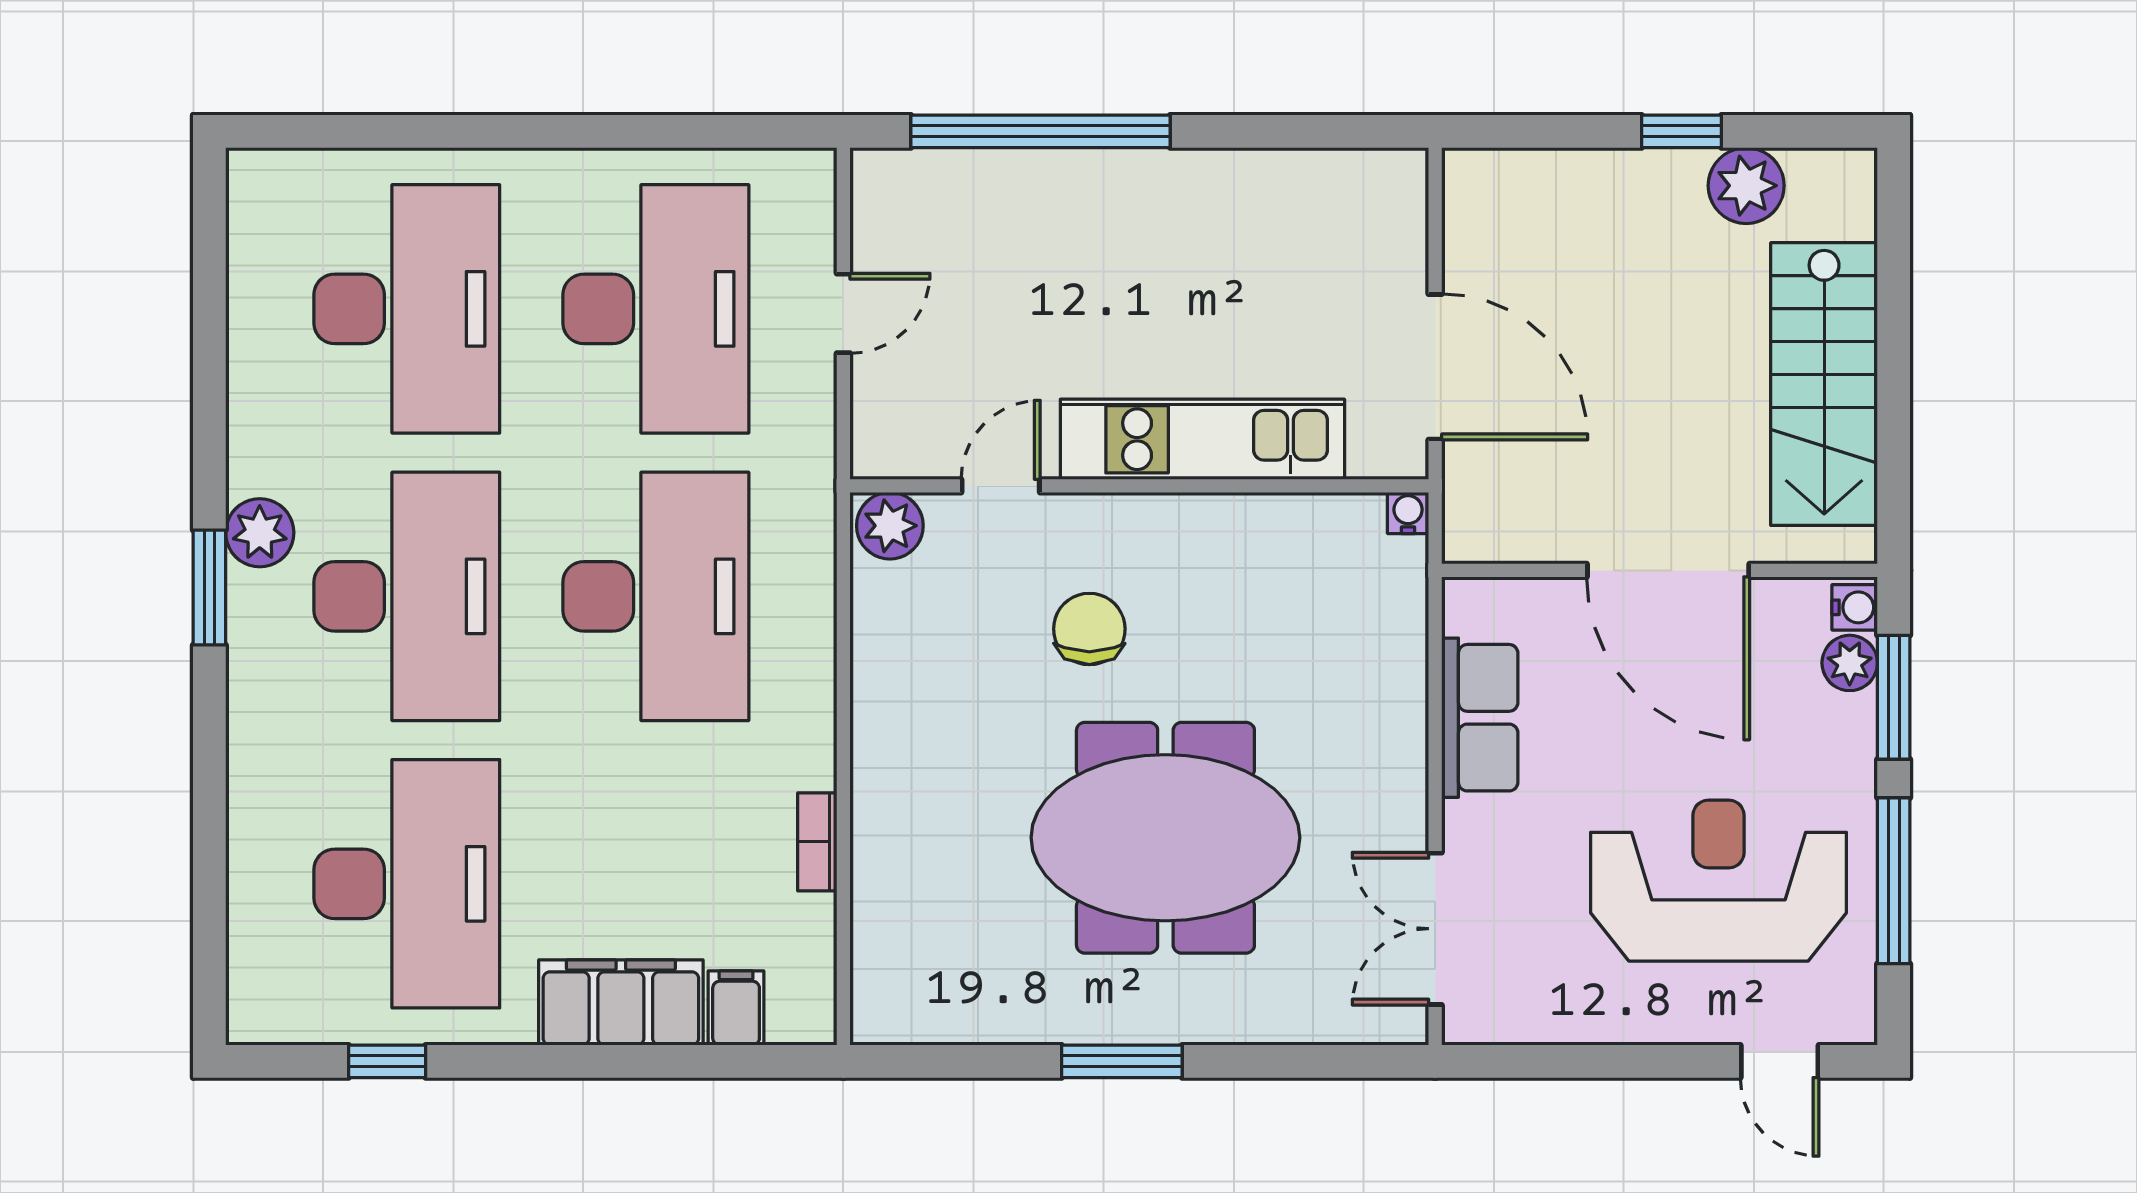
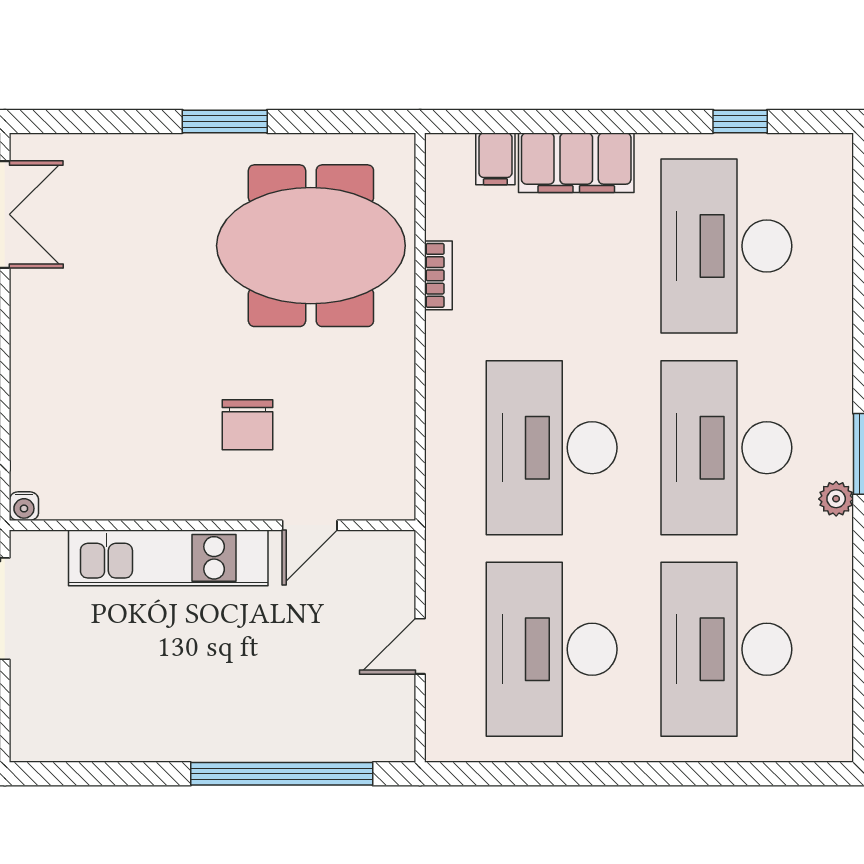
plant: (890, 526) -> (387, 497), removed
plant: (260, 533) -> (836, 499), width x0.73, depth x0.73
meeting table: (1165, 838) -> (311, 246), moved

